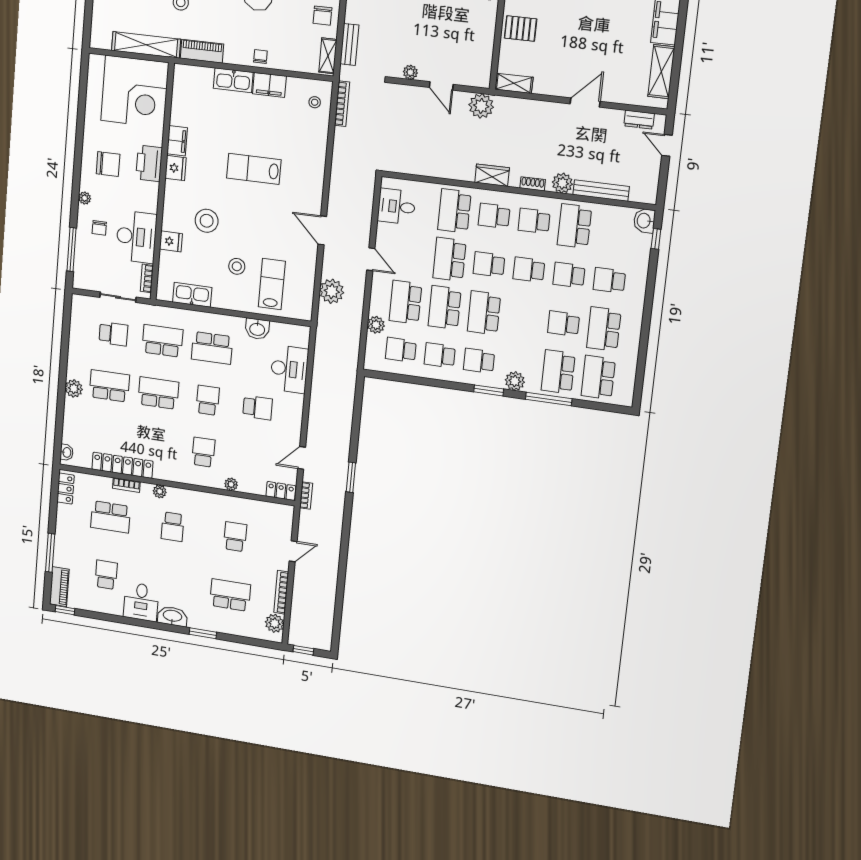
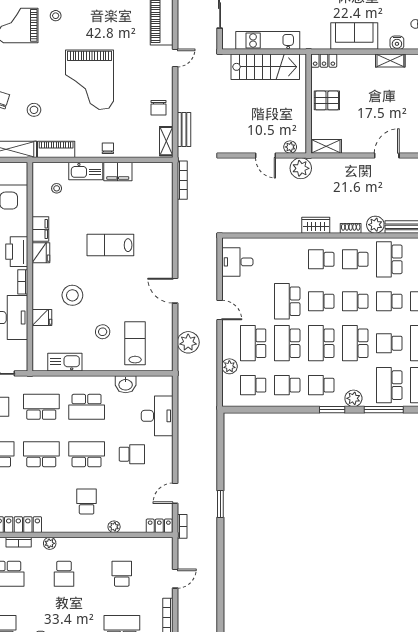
plant: (410, 72) -> (290, 147), moved
stool: (315, 102) -> (57, 188), moved
school desk: (454, 211) -> (355, 343), moved
bookcase: (147, 278) -> (23, 282), moved
school desk: (208, 400) -> (87, 454), width x1.85

